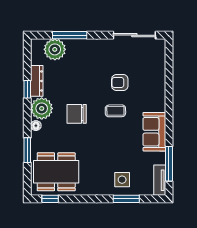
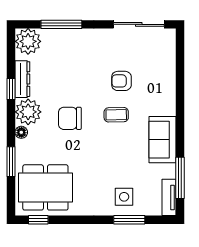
plant: (55, 49) -> (28, 41), moved

